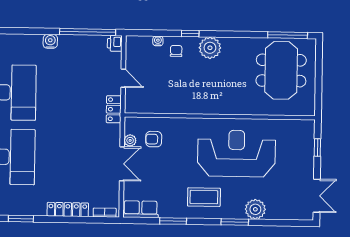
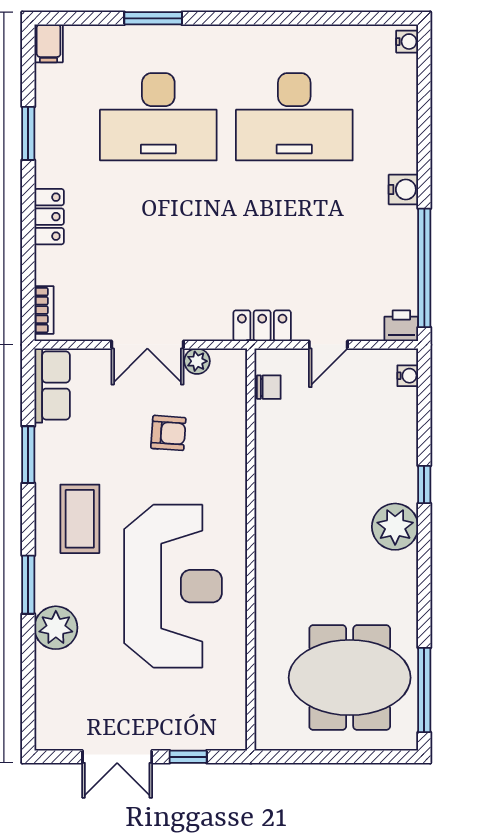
water cooler: (158, 41) -> (408, 376), moved
chair: (176, 51) -> (269, 387), moved
armchair: (154, 139) -> (168, 433), moved, turned 94
double door: (317, 196) -> (117, 757), moved
locker: (68, 210) -> (49, 217), width x0.66

